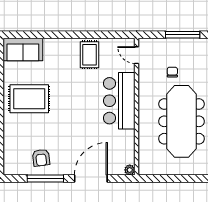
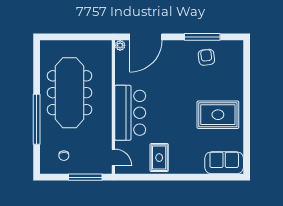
window: (183, 35) -> (85, 177), moved
chair: (172, 72) -> (64, 156), moved
door: (91, 179) -> (146, 37), moved

